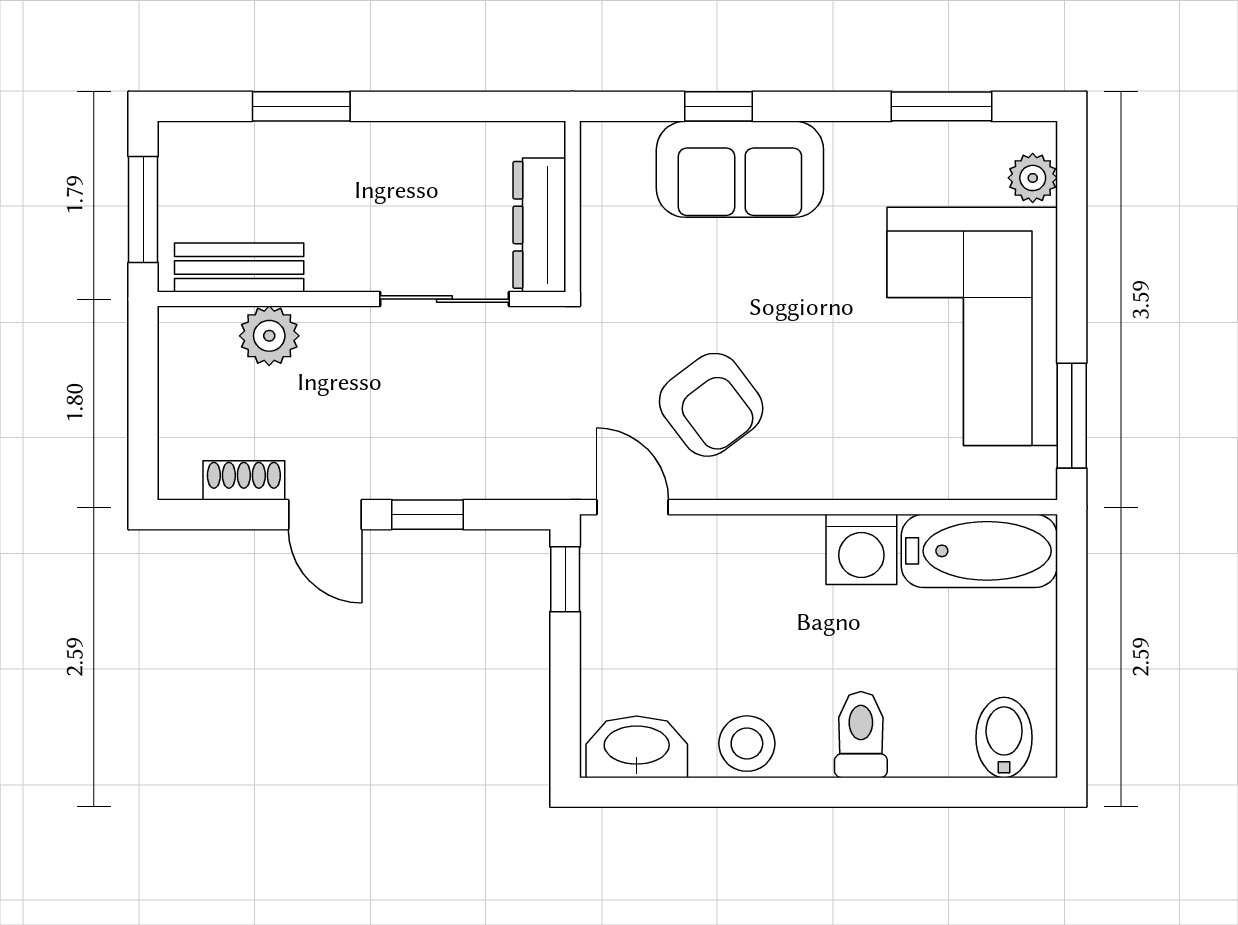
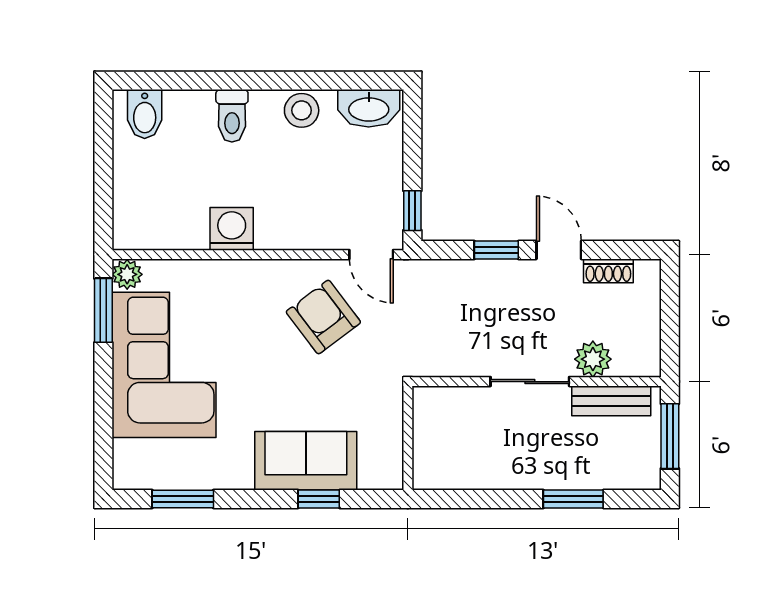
plant: (1033, 178) -> (127, 274), moved
dresser: (539, 225) -> (428, 427), removed
sliding door: (444, 299) -> (530, 382), moved
bathtub: (979, 551) -> (160, 228), removed

